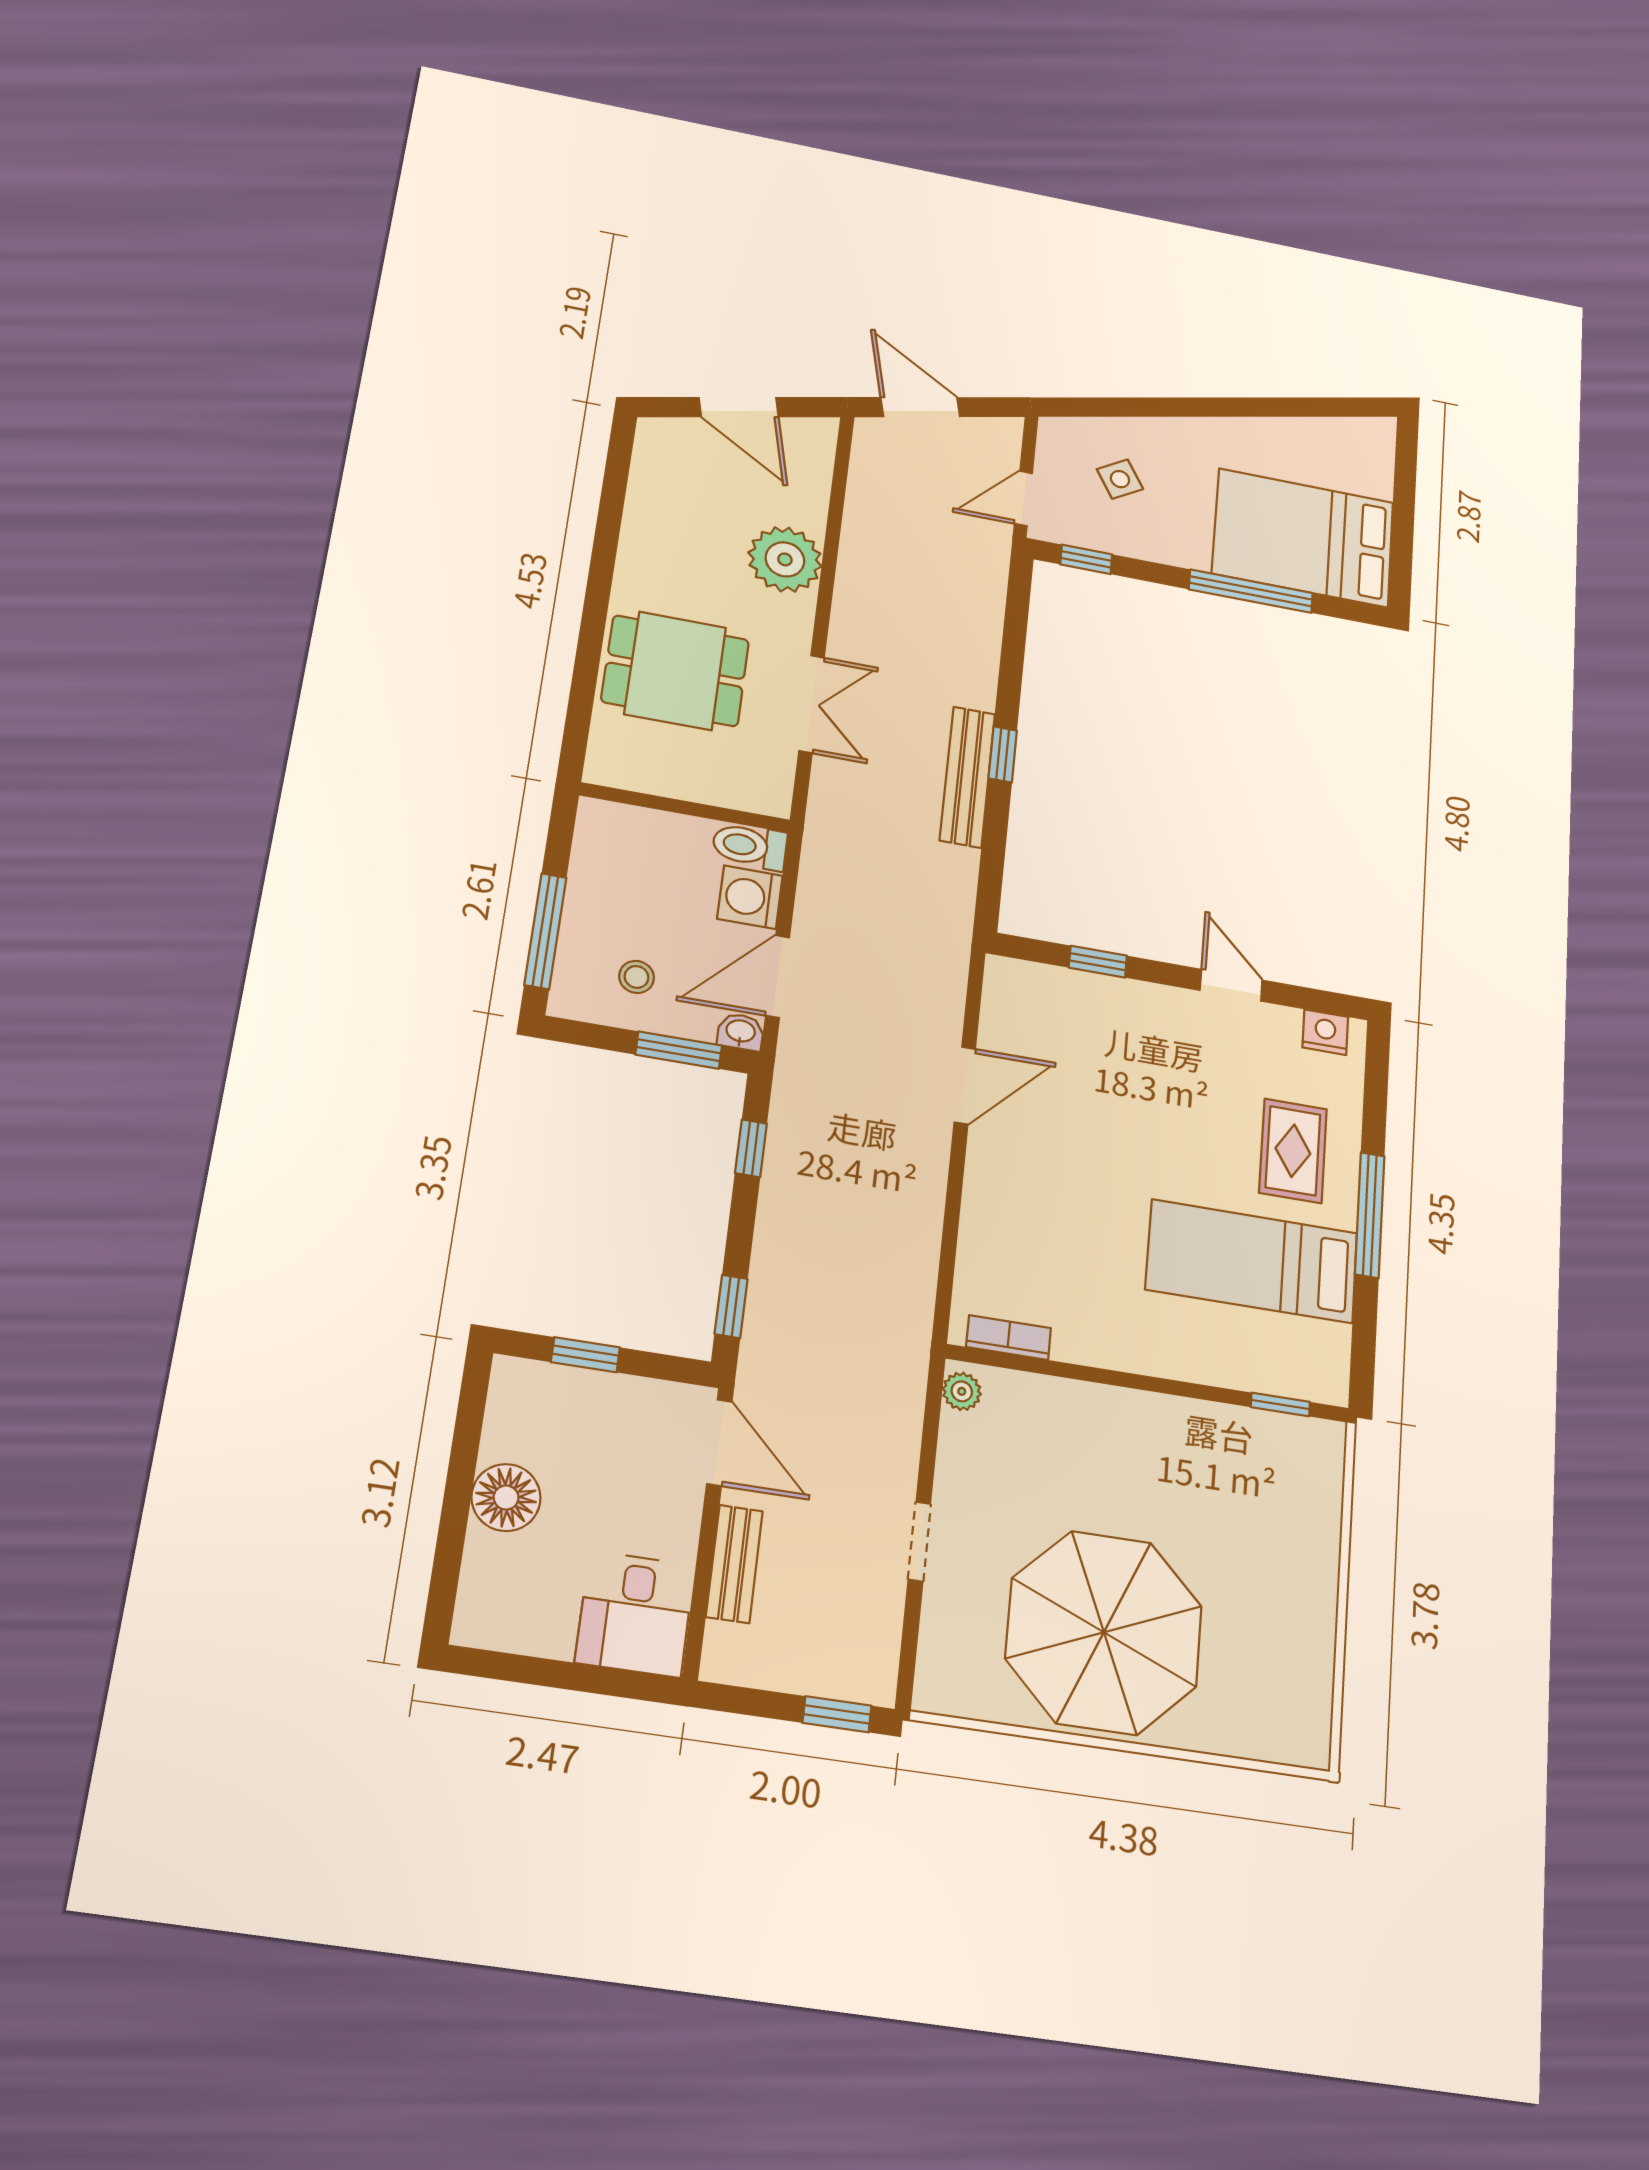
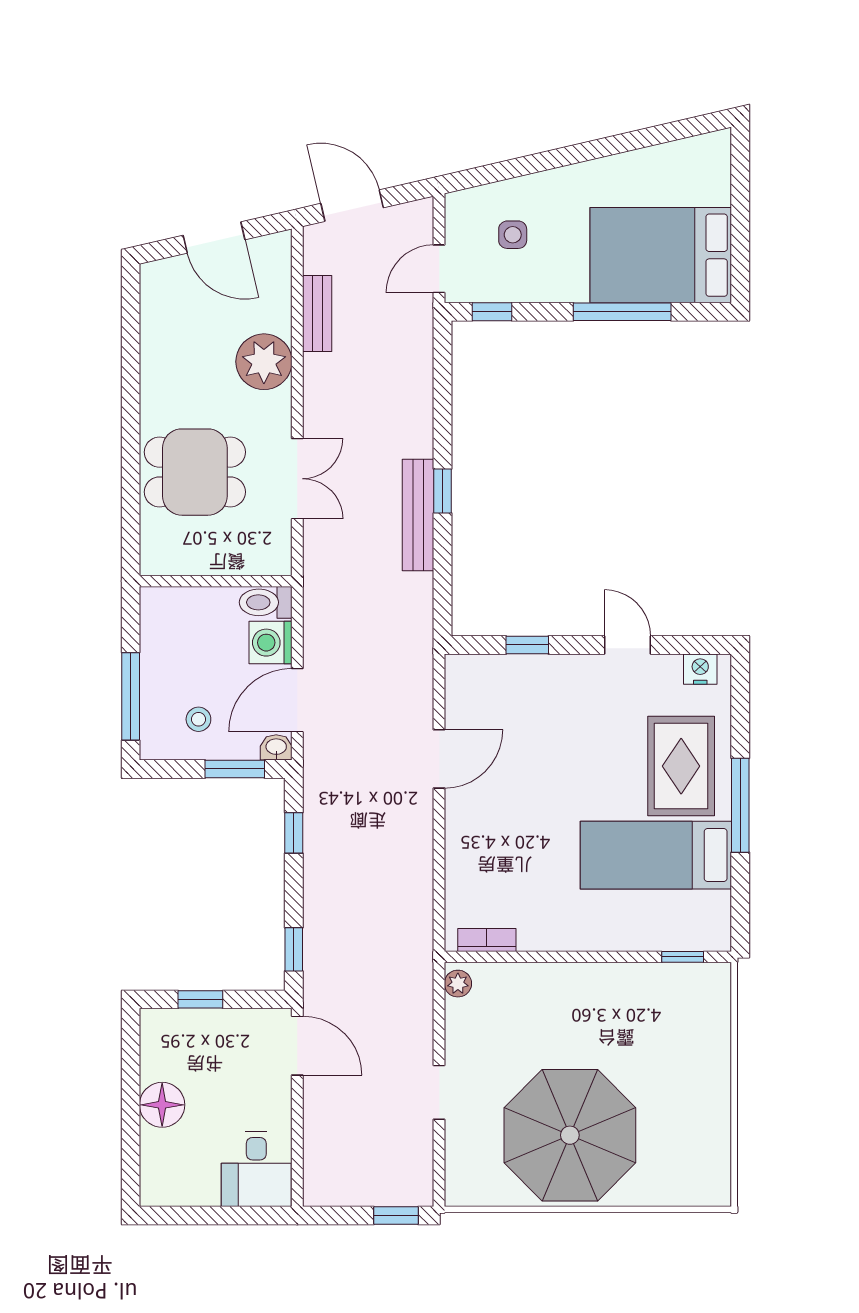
side table: (1120, 479) -> (513, 235), turned 31
rug: (1293, 1151) -> (681, 766), width x1.36, depth x1.43
bench: (734, 1564) -> (317, 313), moved

